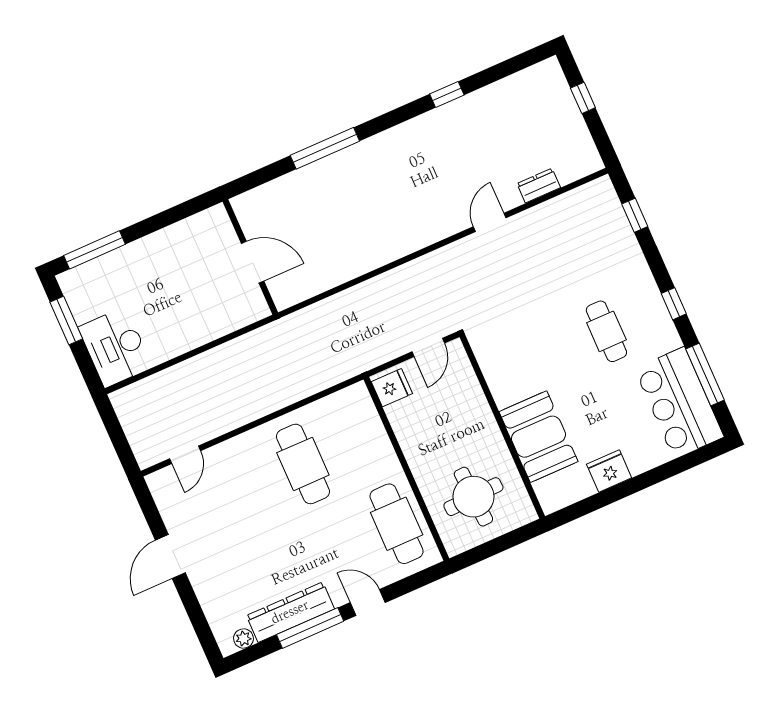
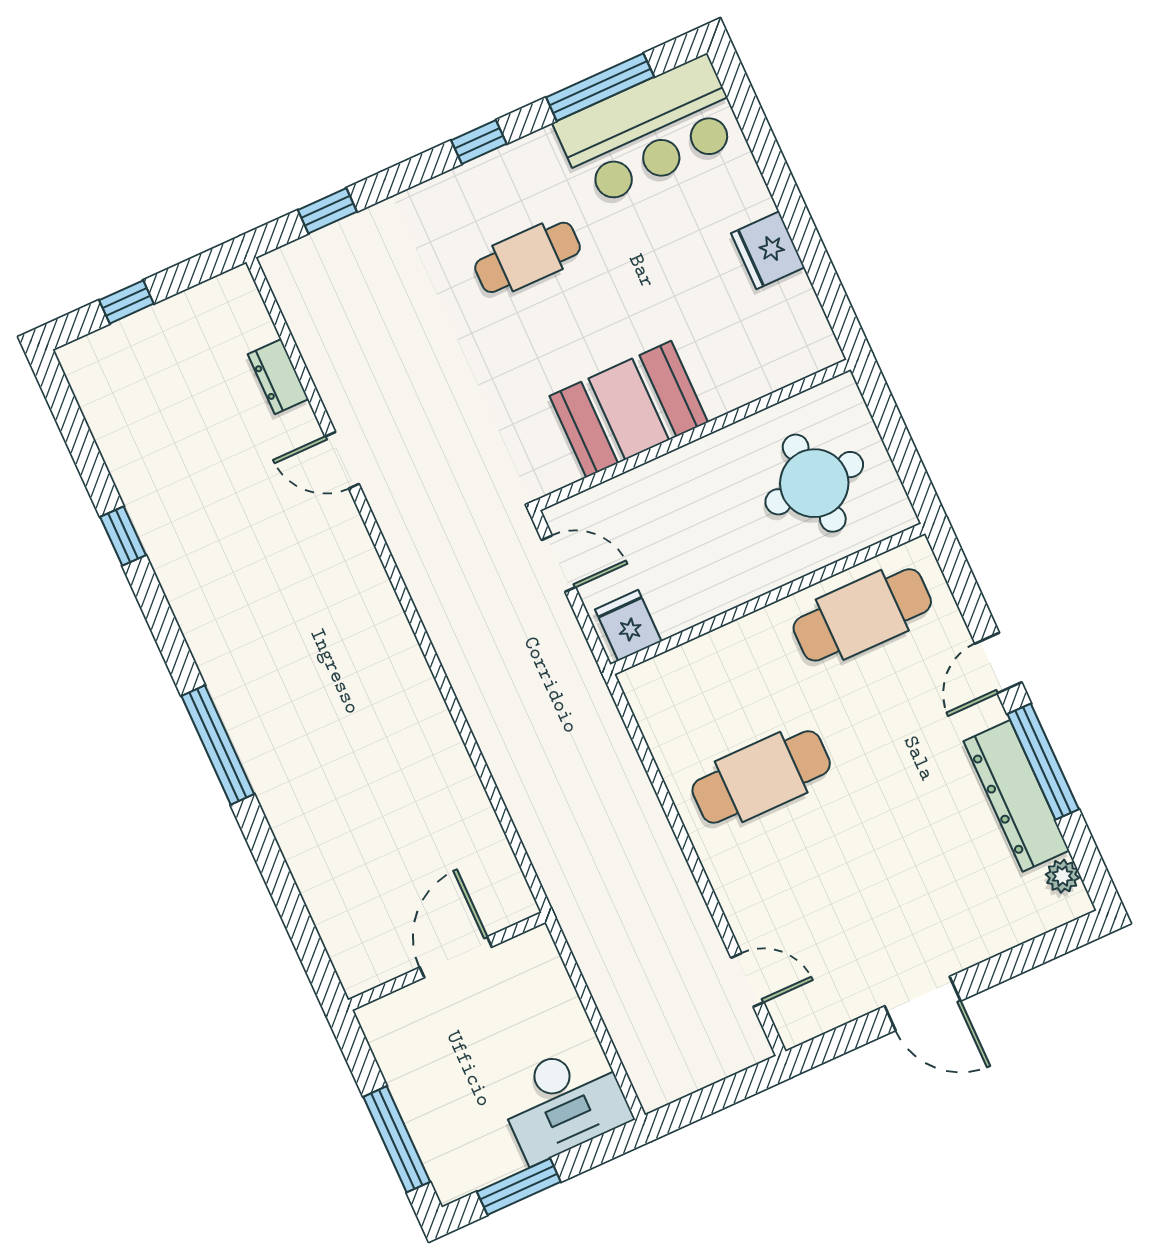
wall: (250, 257) -> (447, 961), moved
door: (253, 262) -> (456, 957), moved
booth: (538, 437) -> (629, 409), moved

